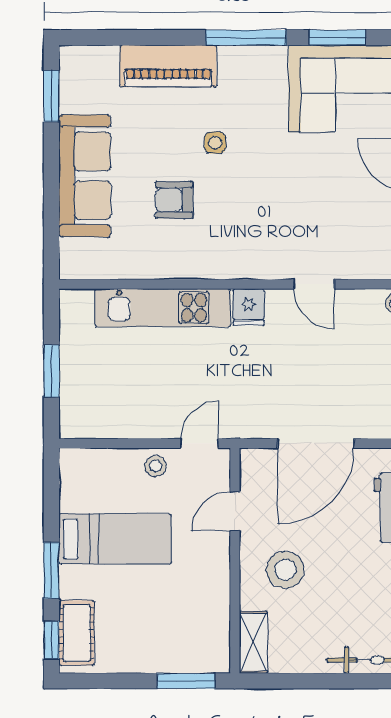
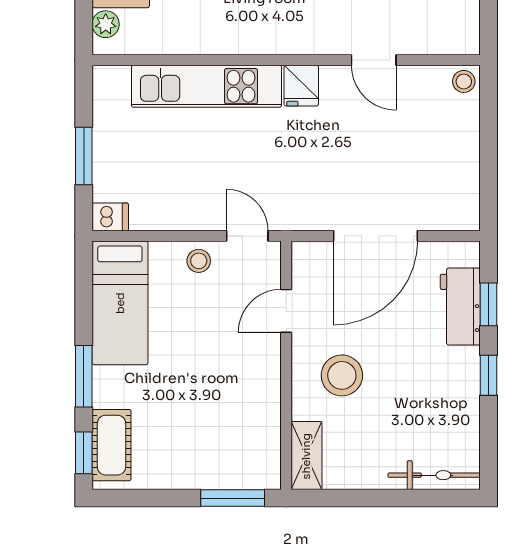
plant: (71, 251) -> (106, 24), added
dishwasher: (75, 426) -> (110, 217), added
door: (200, 443) -> (247, 236), hinge flipped
bed: (115, 539) -> (120, 303), moved, turned 90

